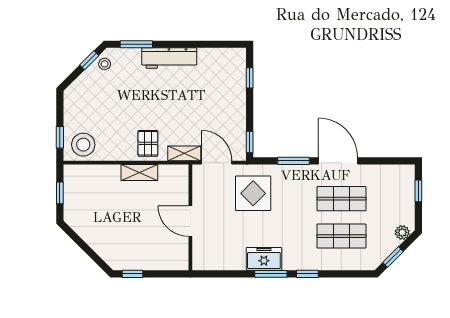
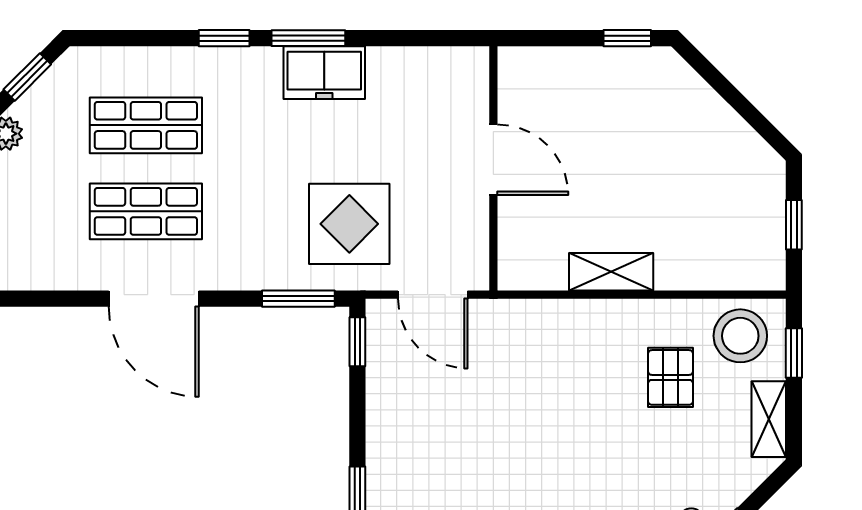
pallet: (148, 143) -> (670, 377), moved
shelving: (184, 153) -> (769, 419), moved, turned 90
window: (294, 161) -> (298, 299), moved

